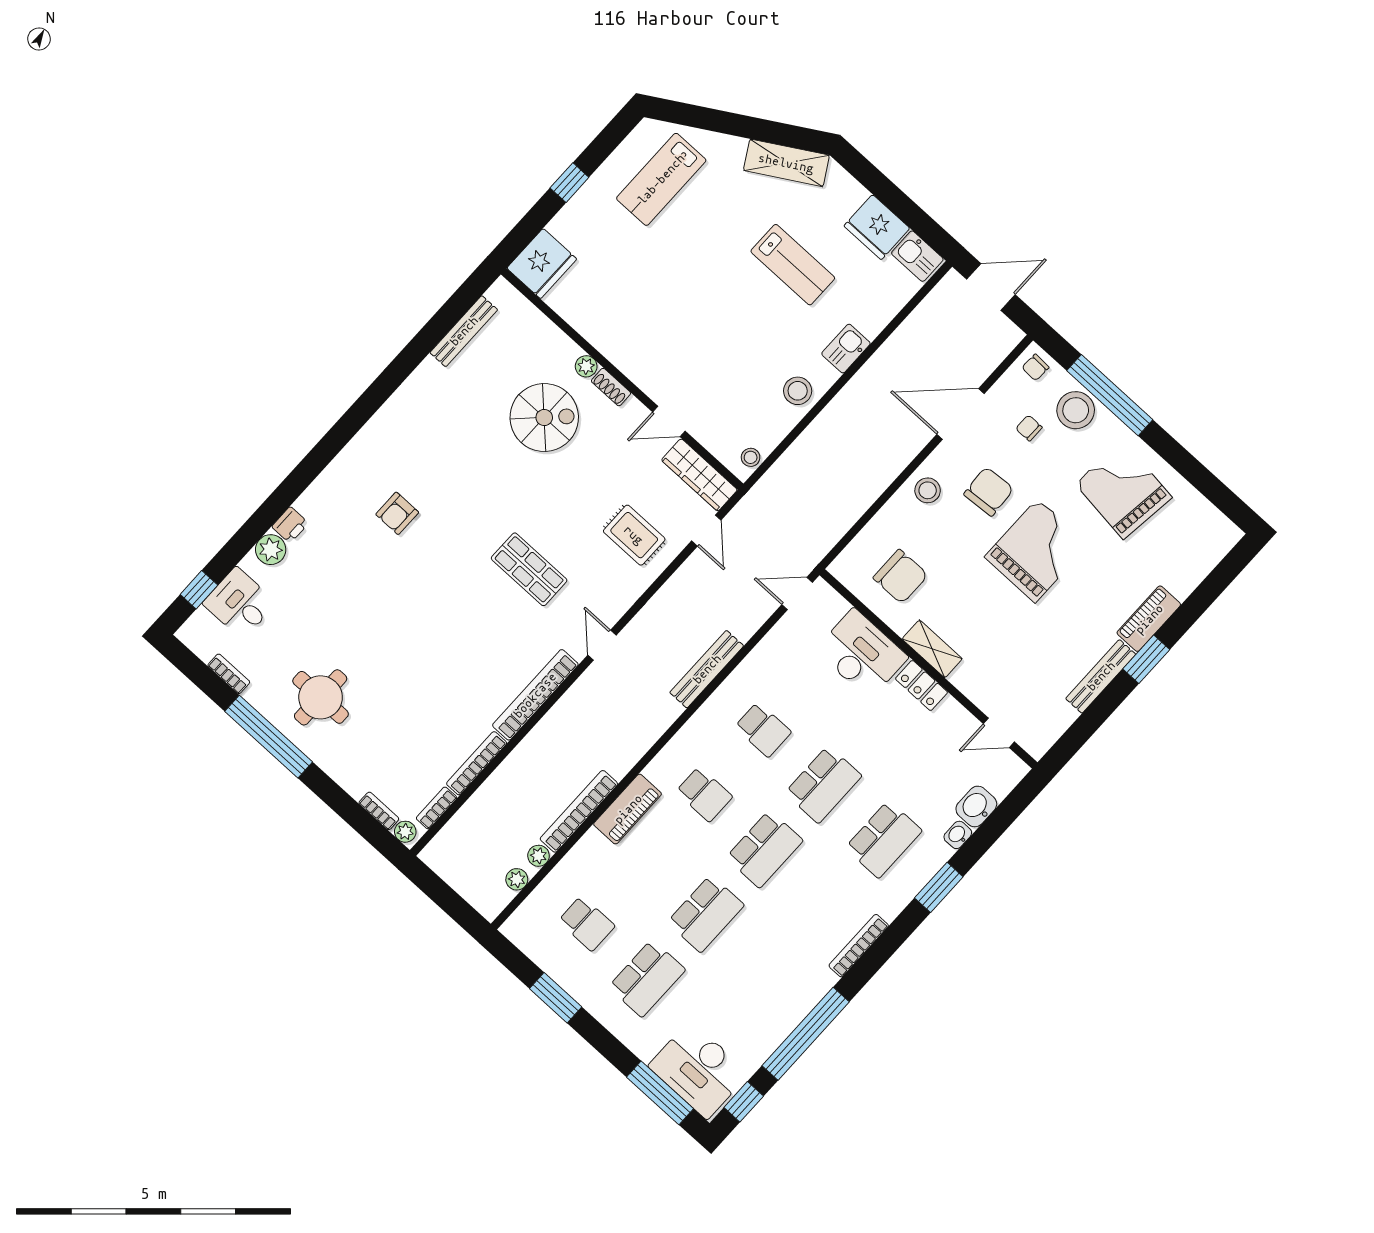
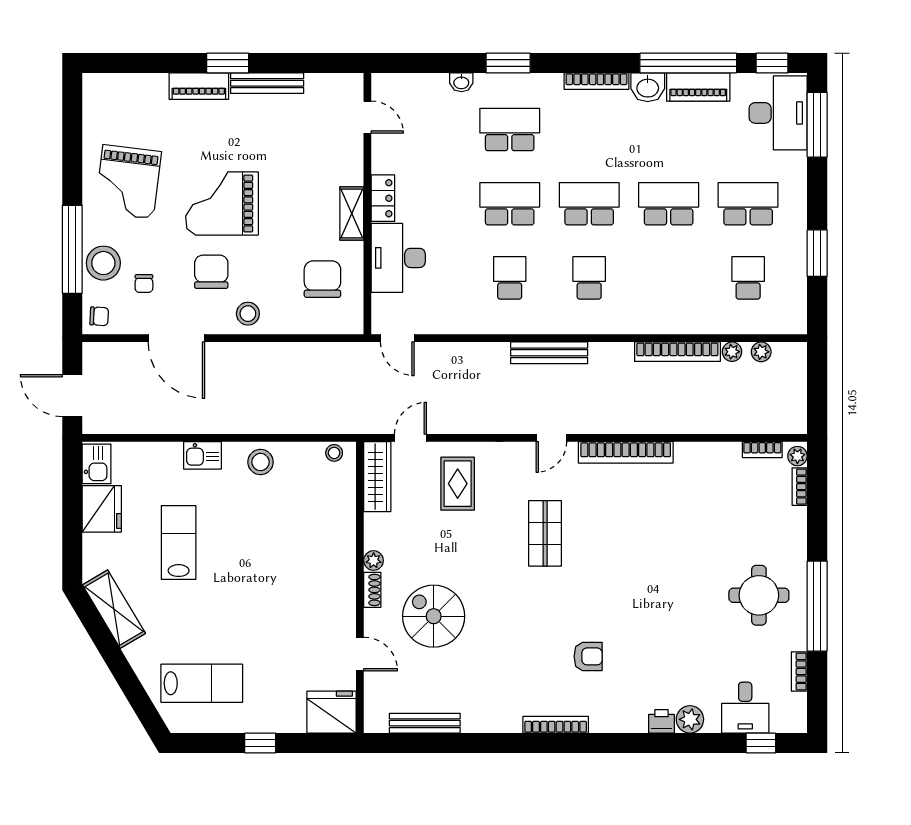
plant: (586, 366) -> (374, 561), moved
door: (669, 421) -> (360, 654), moved
chair: (989, 491) -> (211, 272), turned 94
bench: (707, 669) -> (549, 353), moved
bookcase: (477, 763) -> (556, 725), moved, turned 180
washbasin: (976, 806) -> (648, 87), moved
piano: (628, 809) -> (698, 87), moved, turned 180

